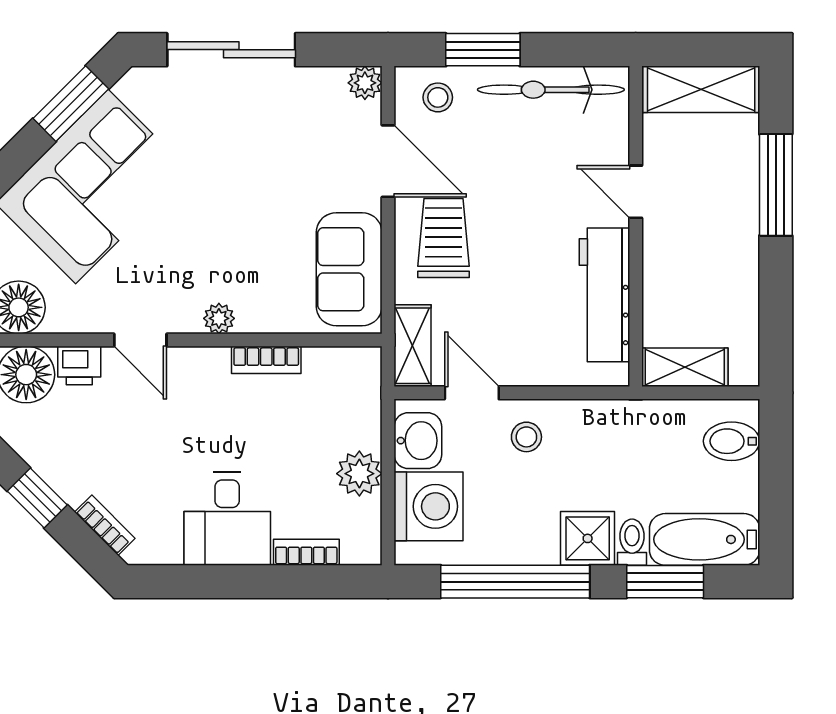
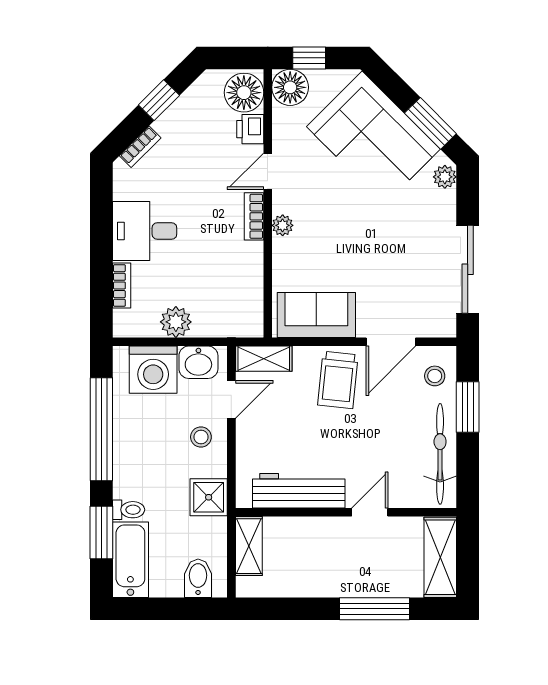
sliding door: (231, 50) -> (468, 269), moved
plant: (365, 83) -> (445, 177), moved
trolley: (443, 238) -> (338, 380), turned 96
bookcase: (266, 360) -> (254, 216), moved
shower: (588, 538) -> (209, 497), moved

